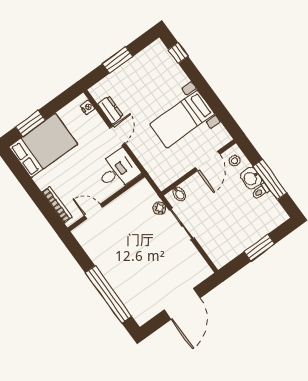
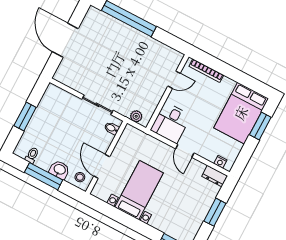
dresser: (110, 110) -> (215, 176), moved
toilet: (261, 191) -> (32, 155), moved
plant: (159, 208) -> (136, 116), moved

